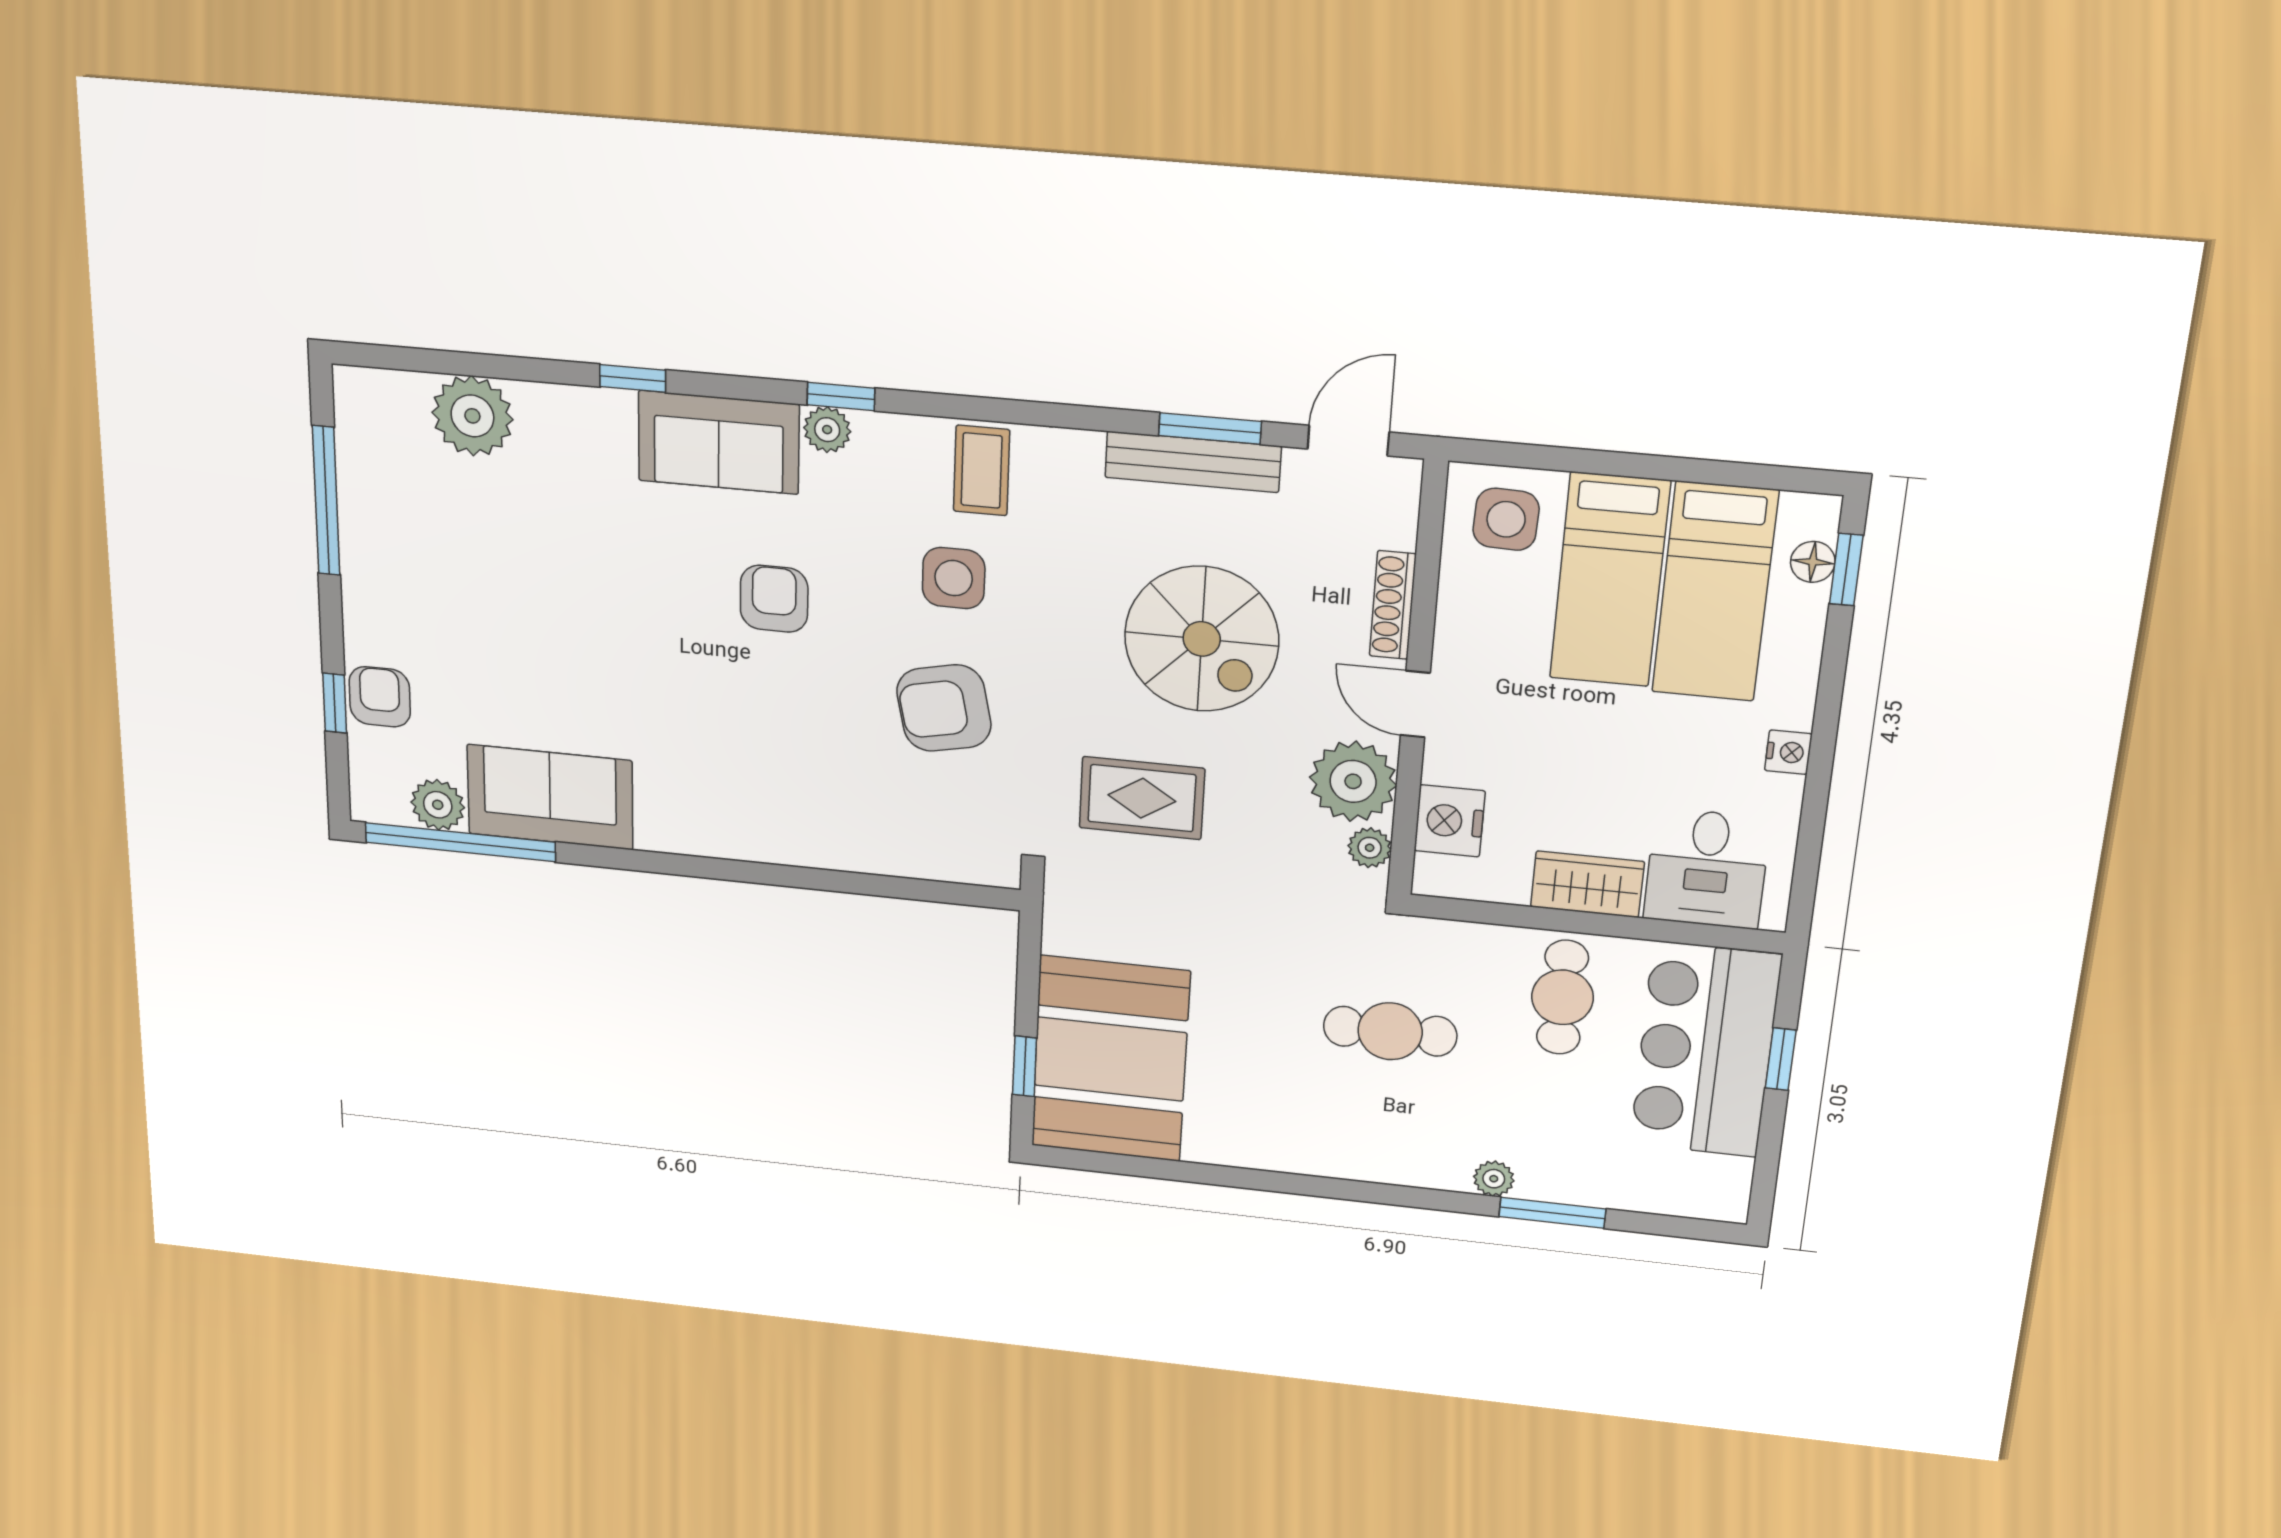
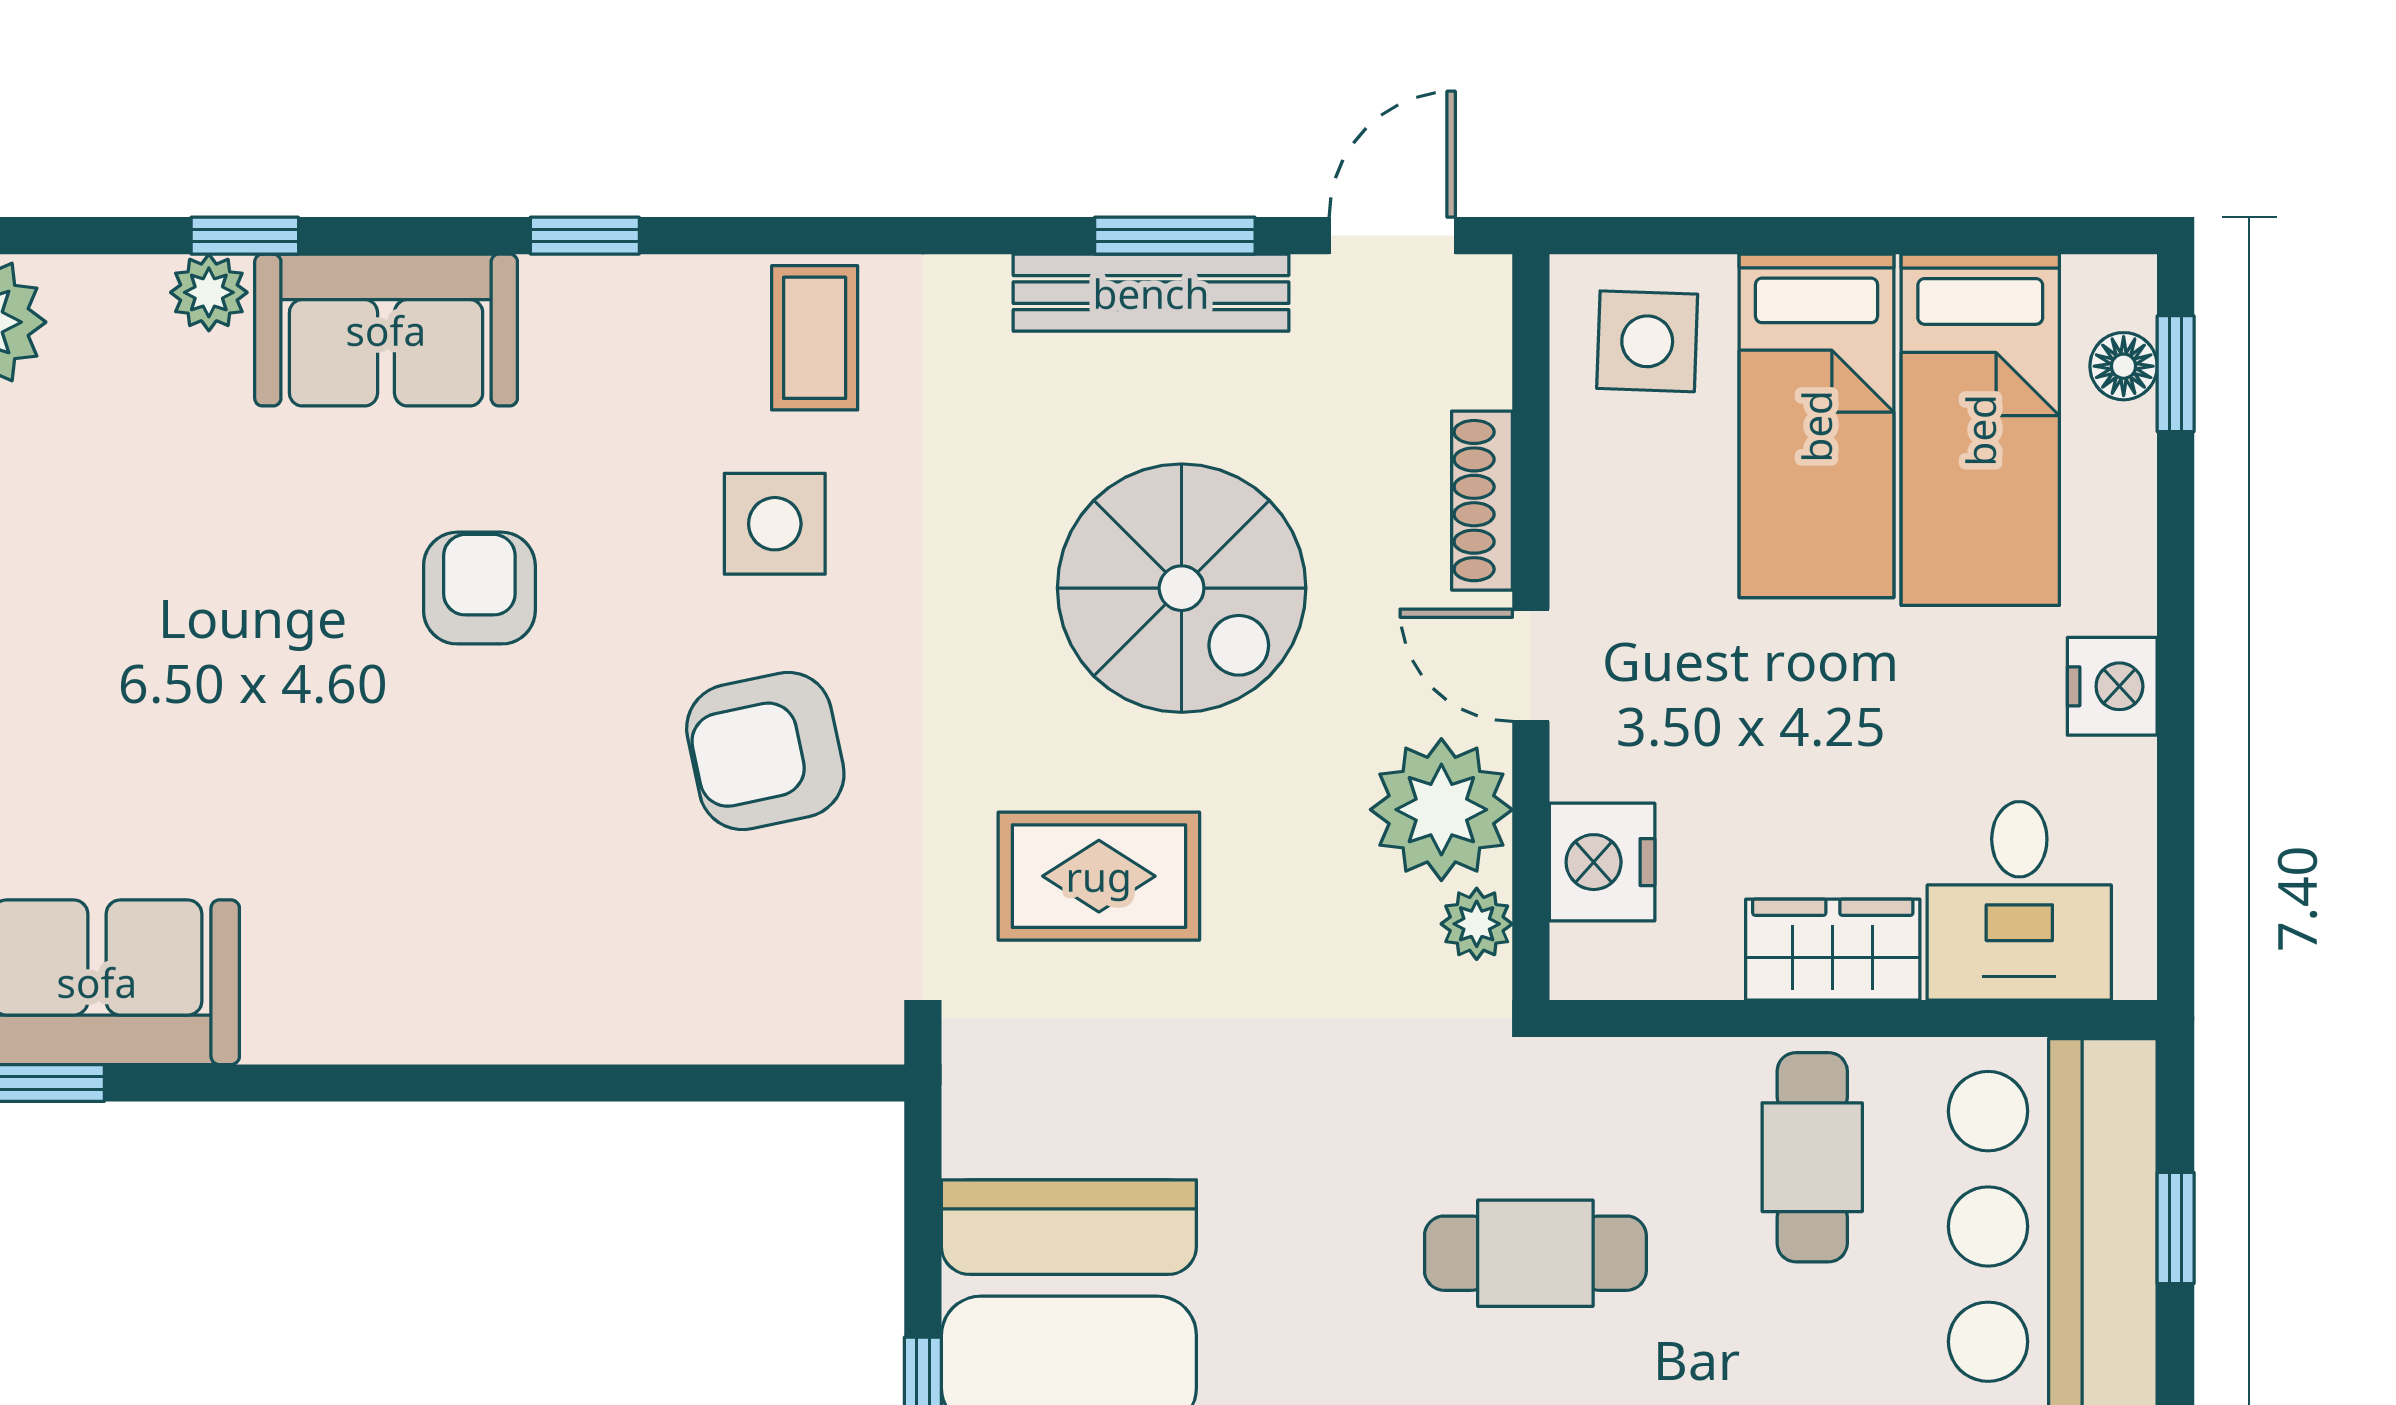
plant: (827, 430) -> (209, 292), moved
nightstand: (1788, 752) -> (2112, 686), width x1.39, depth x1.35

